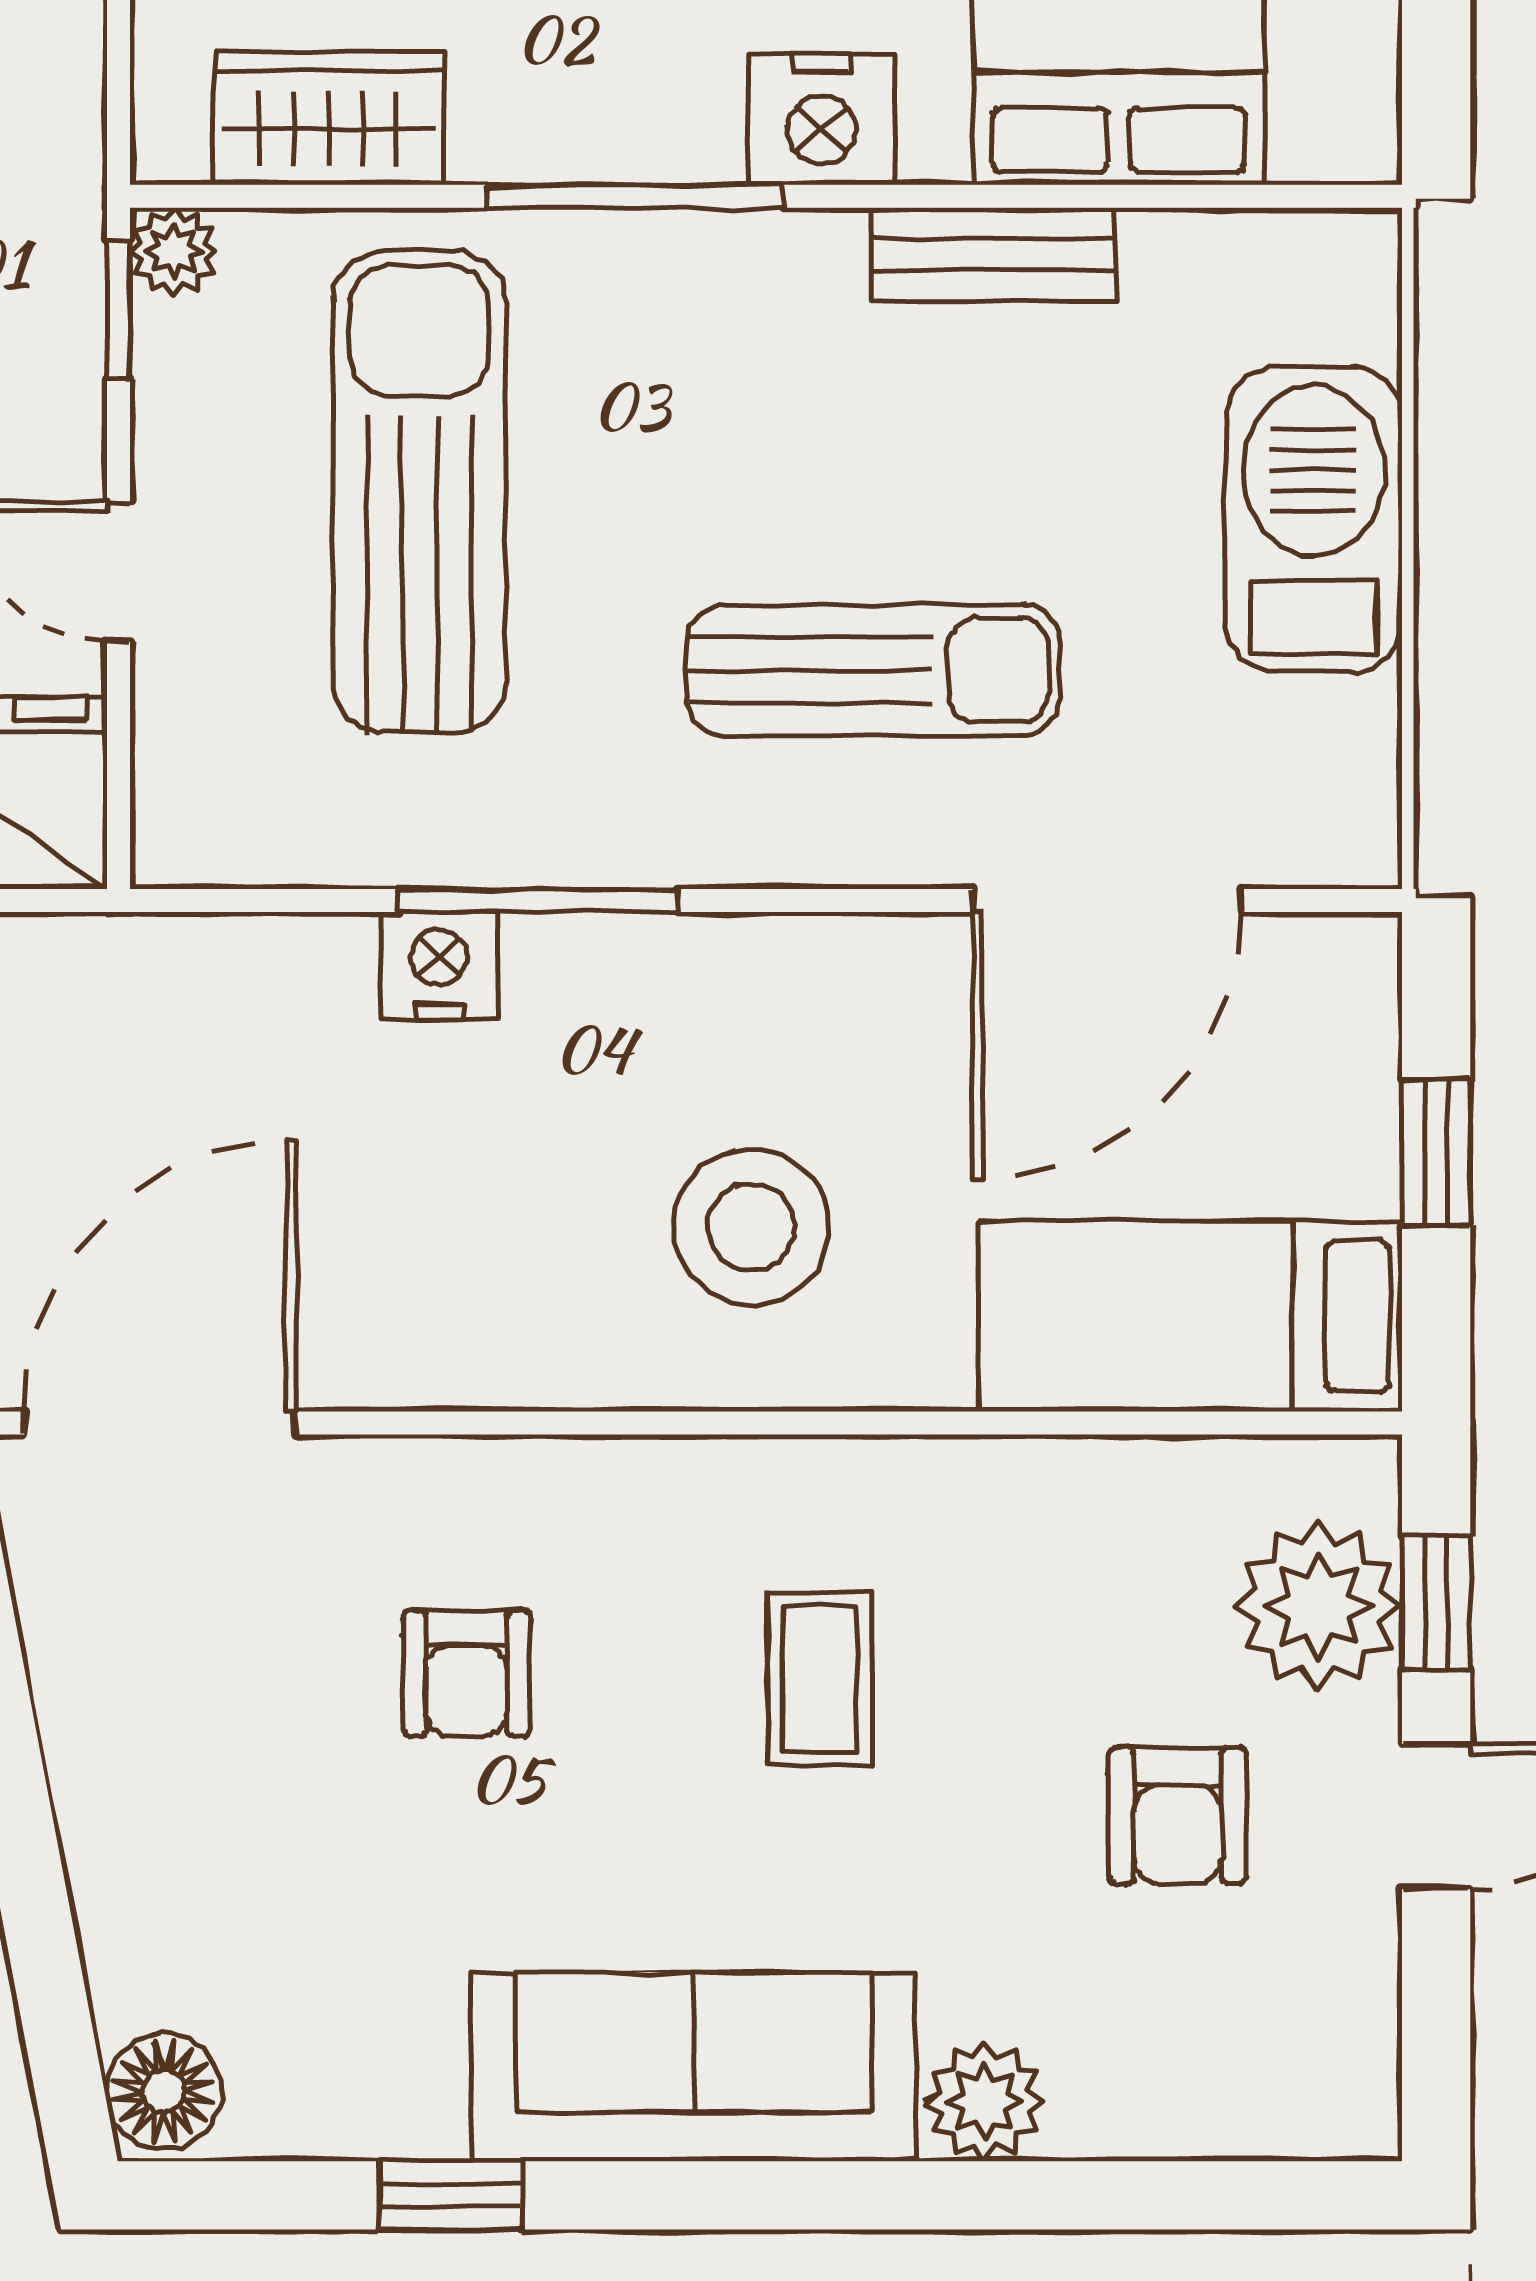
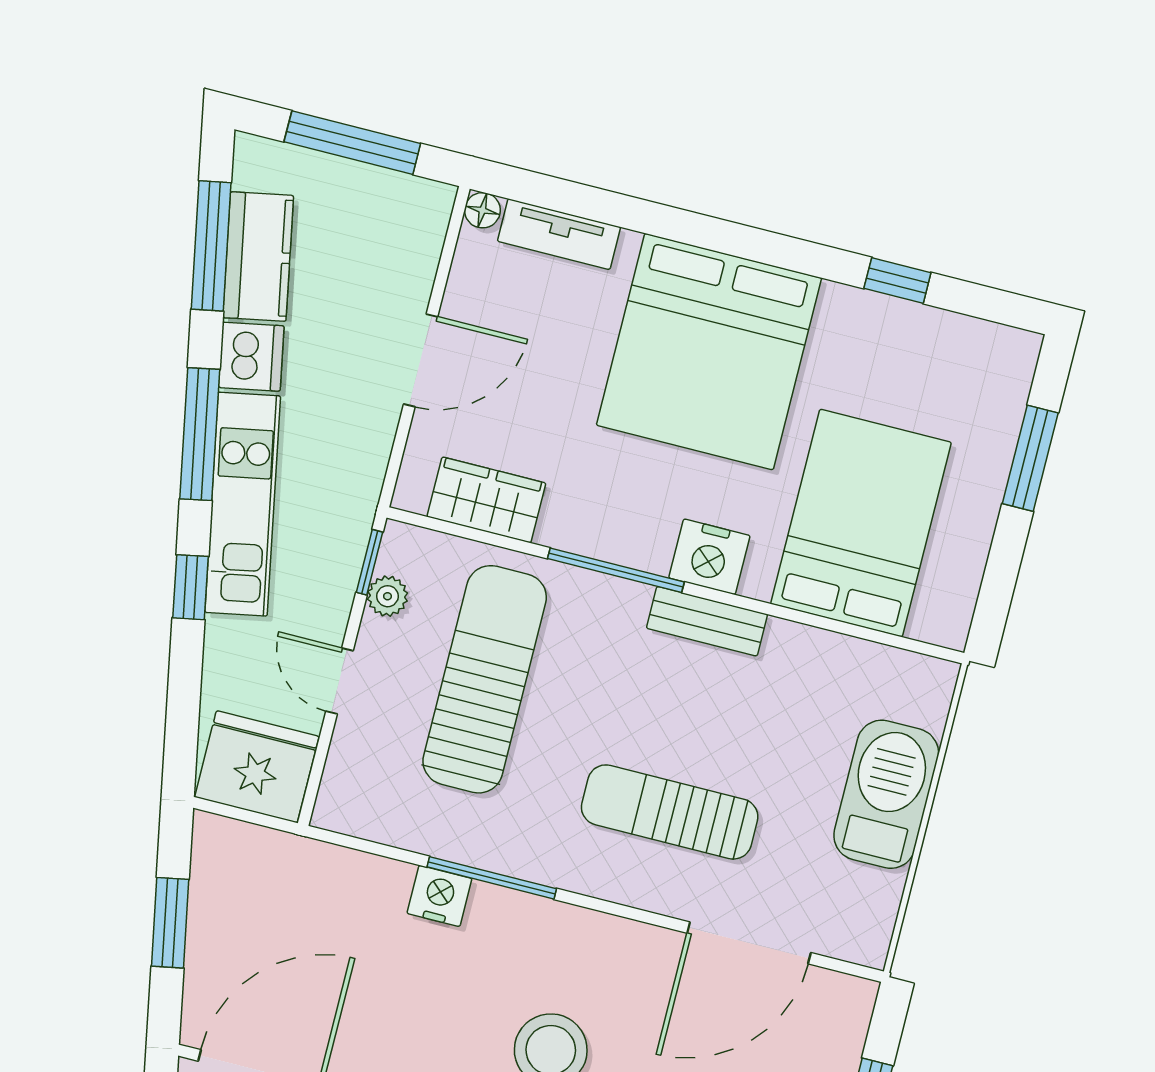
plant: (174, 251) -> (387, 596), moved
bench: (993, 254) -> (707, 621), moved
sun lounger: (873, 670) -> (670, 812), turned 180

